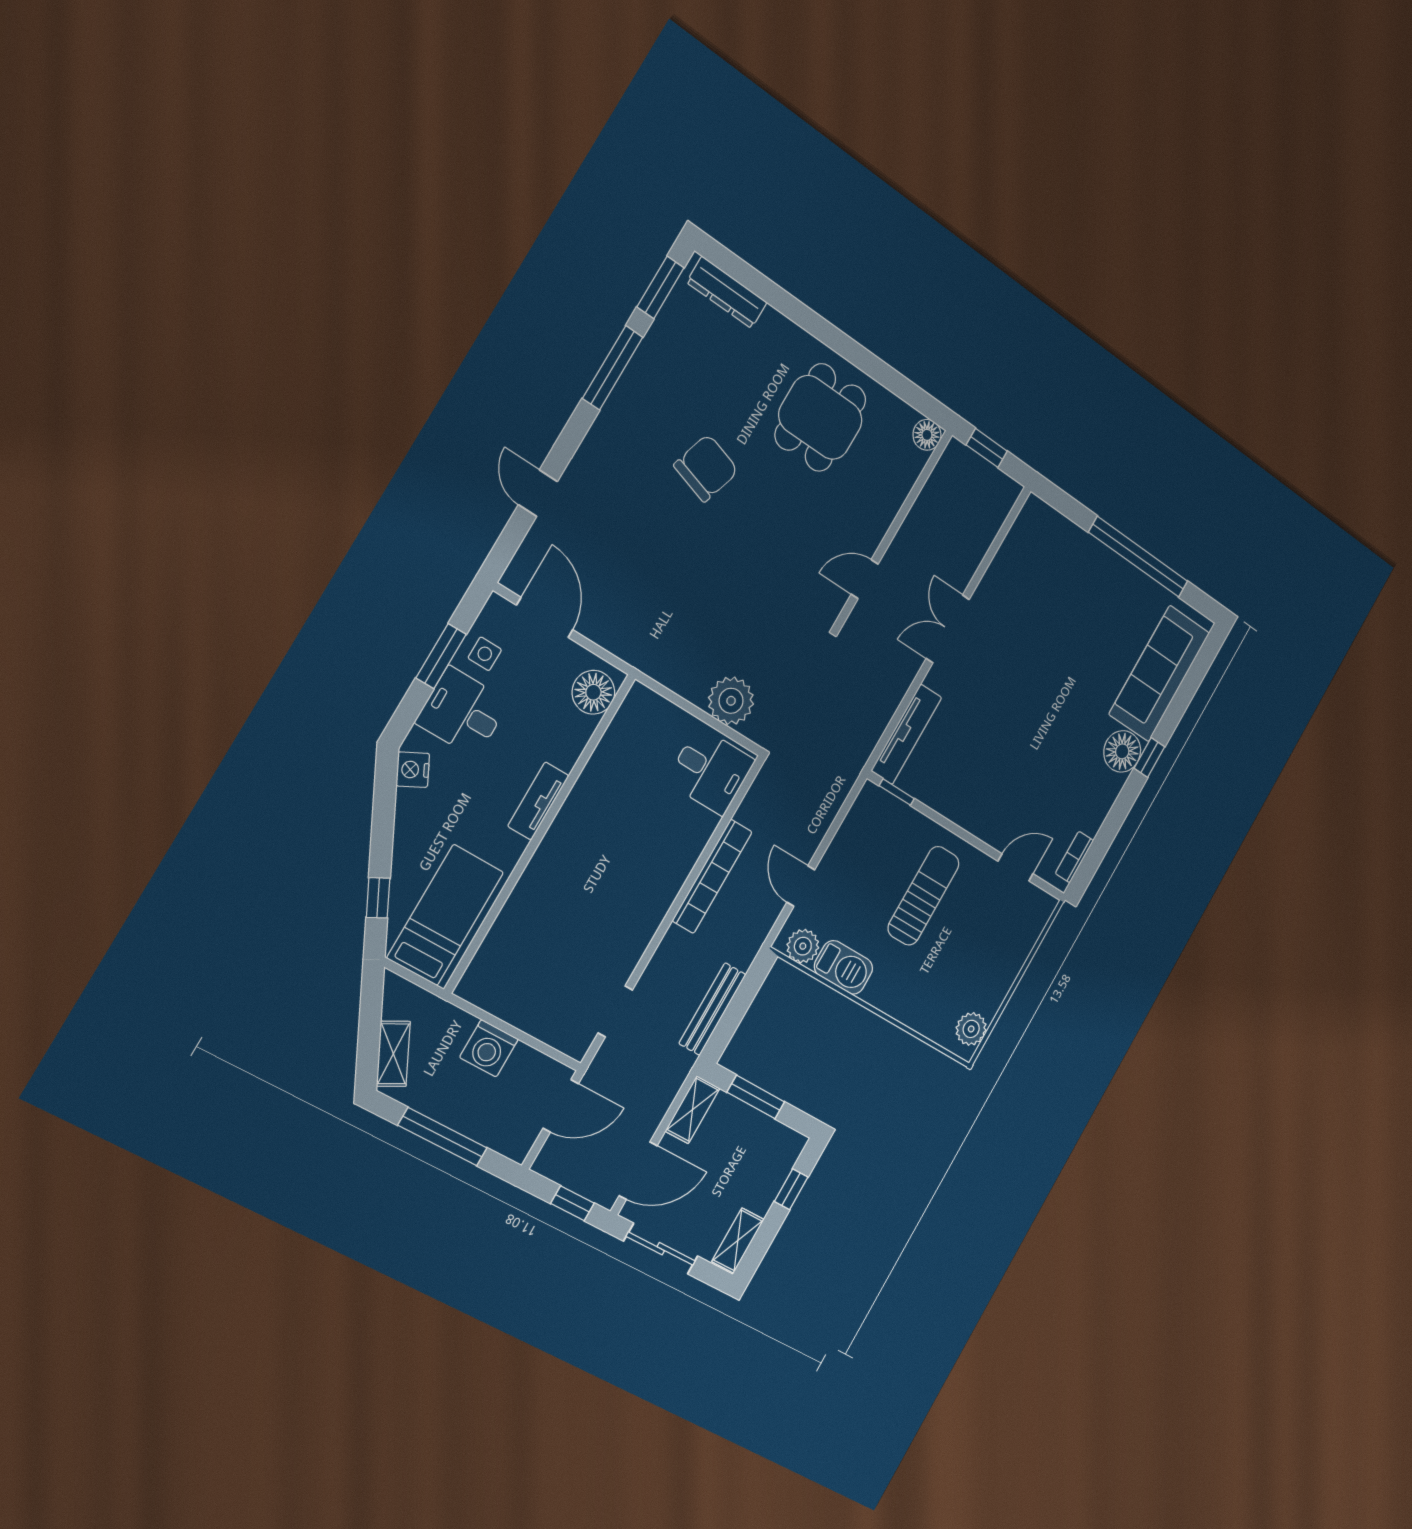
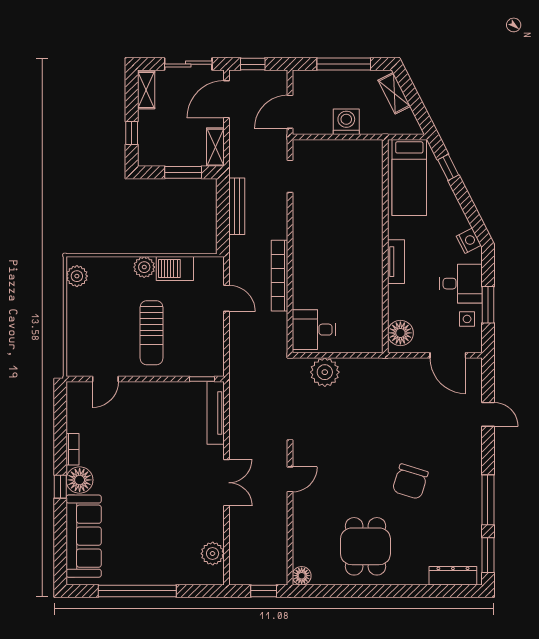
plant: (1020, 544) -> (213, 554), added
bookcase: (1074, 857) -> (72, 449), moved
plant: (803, 946) -> (144, 267), moved

